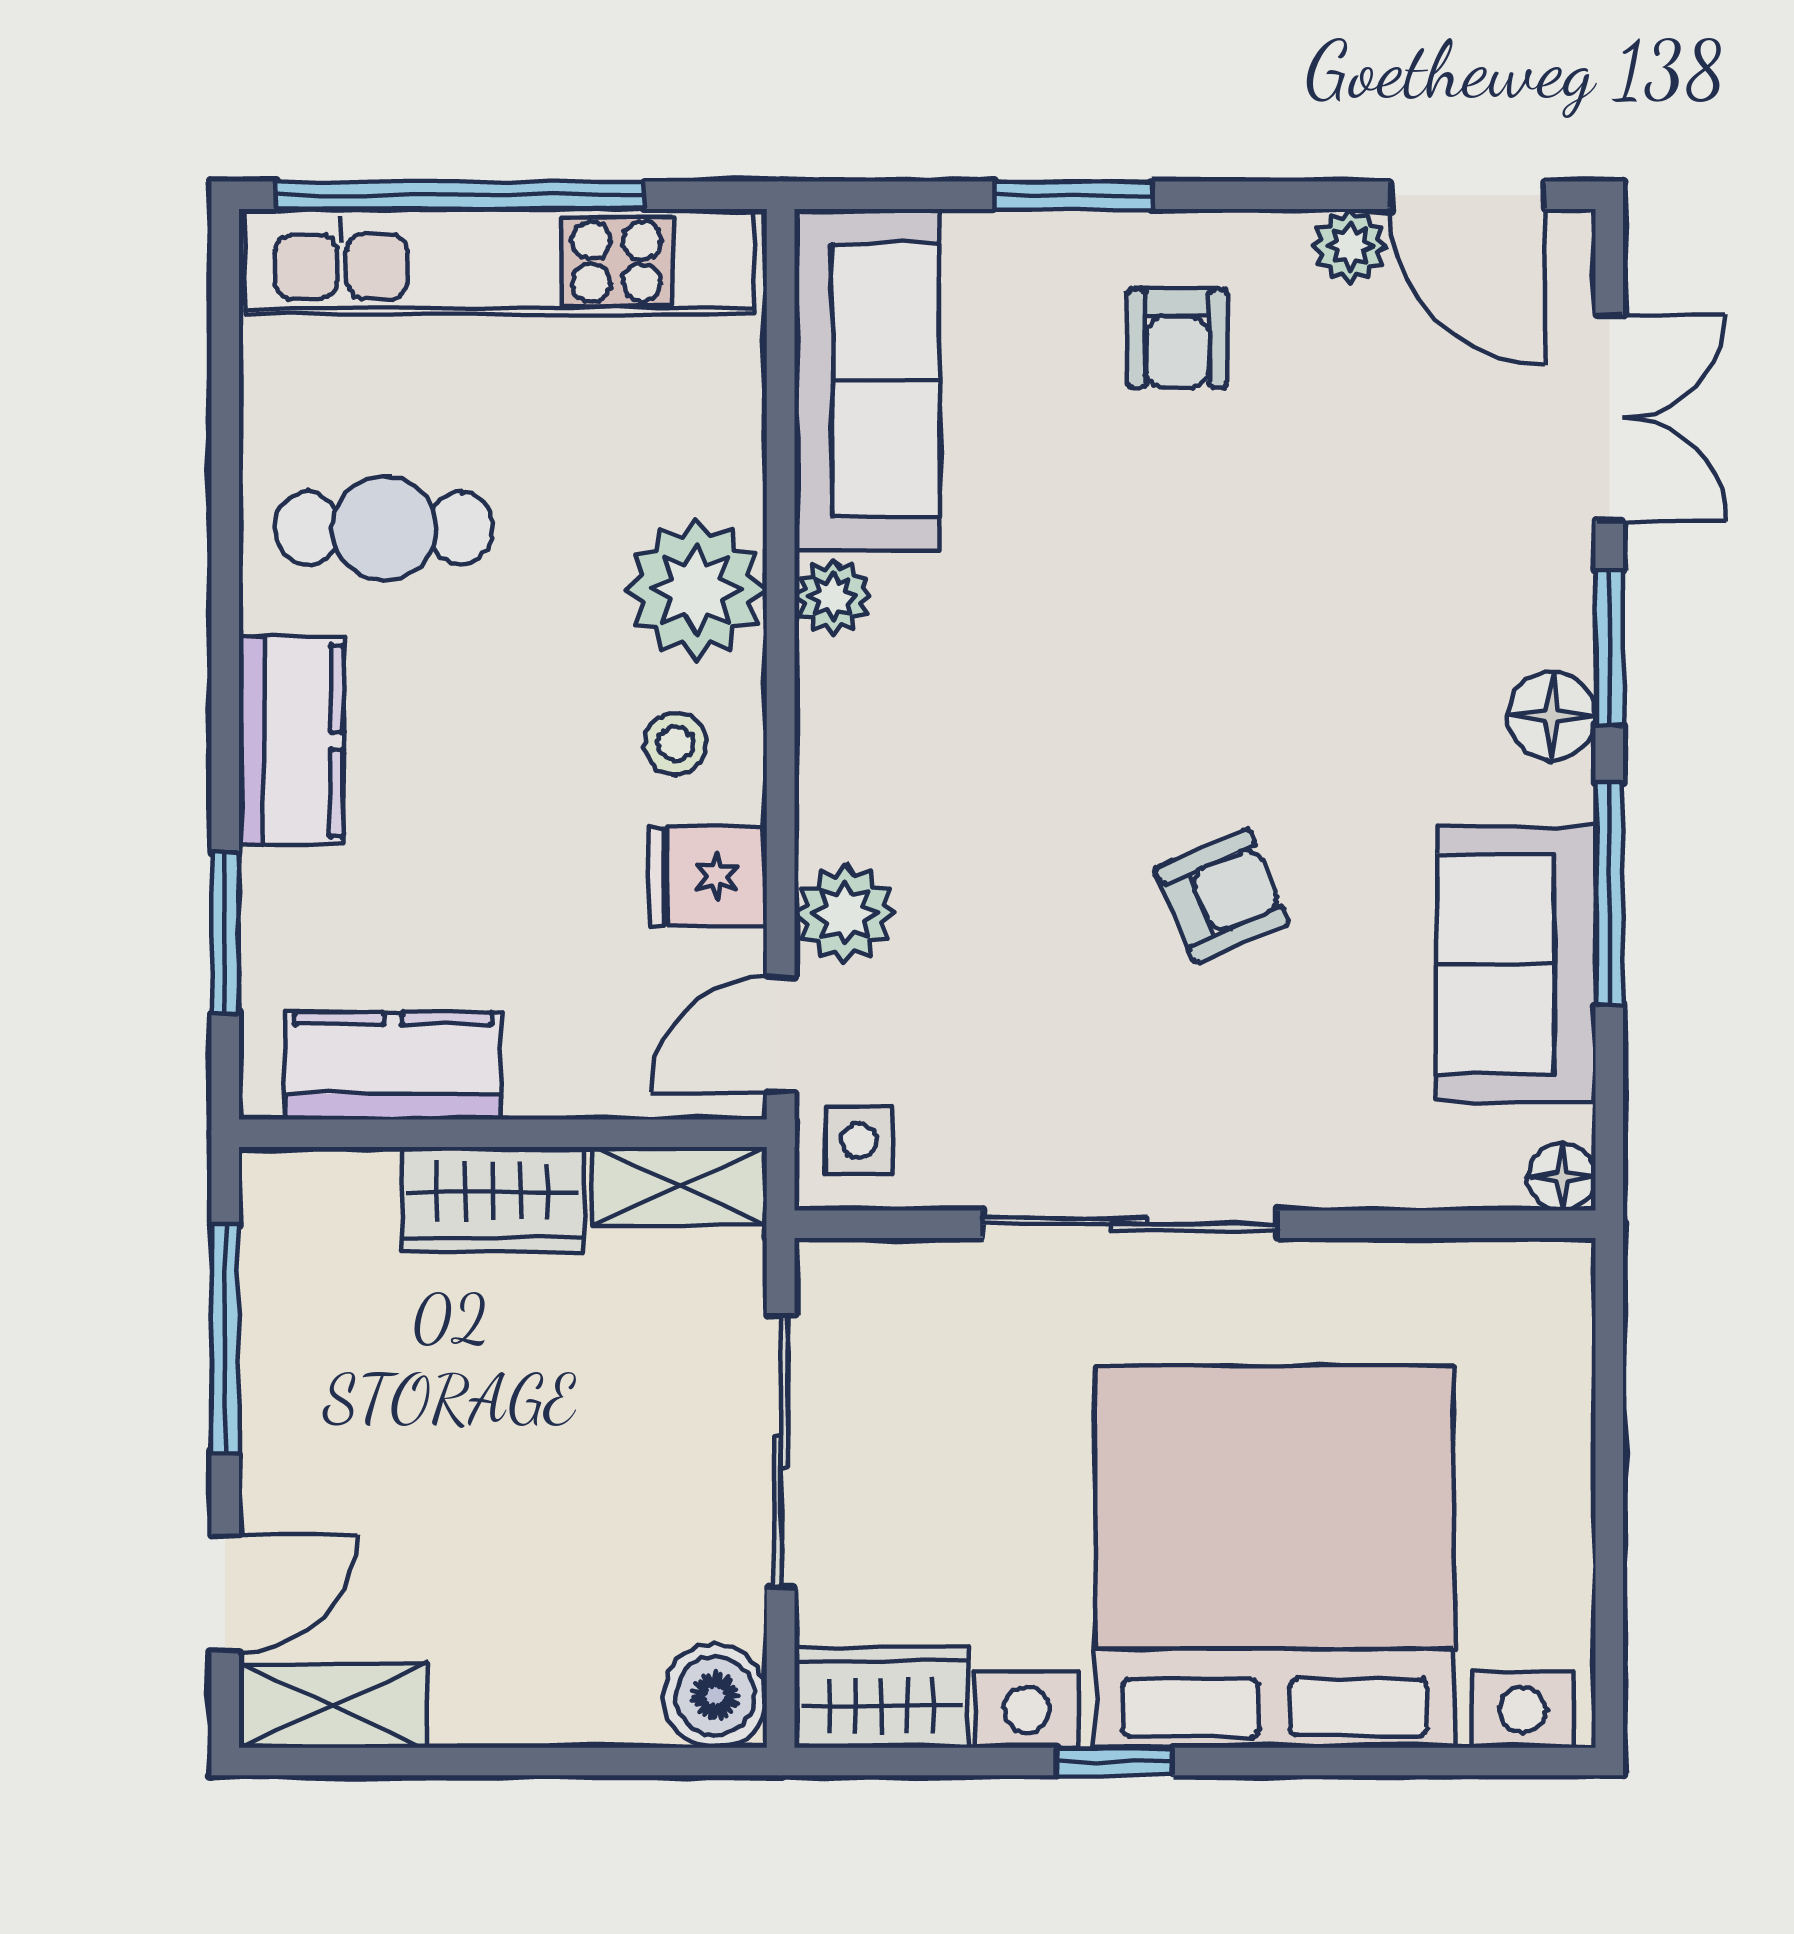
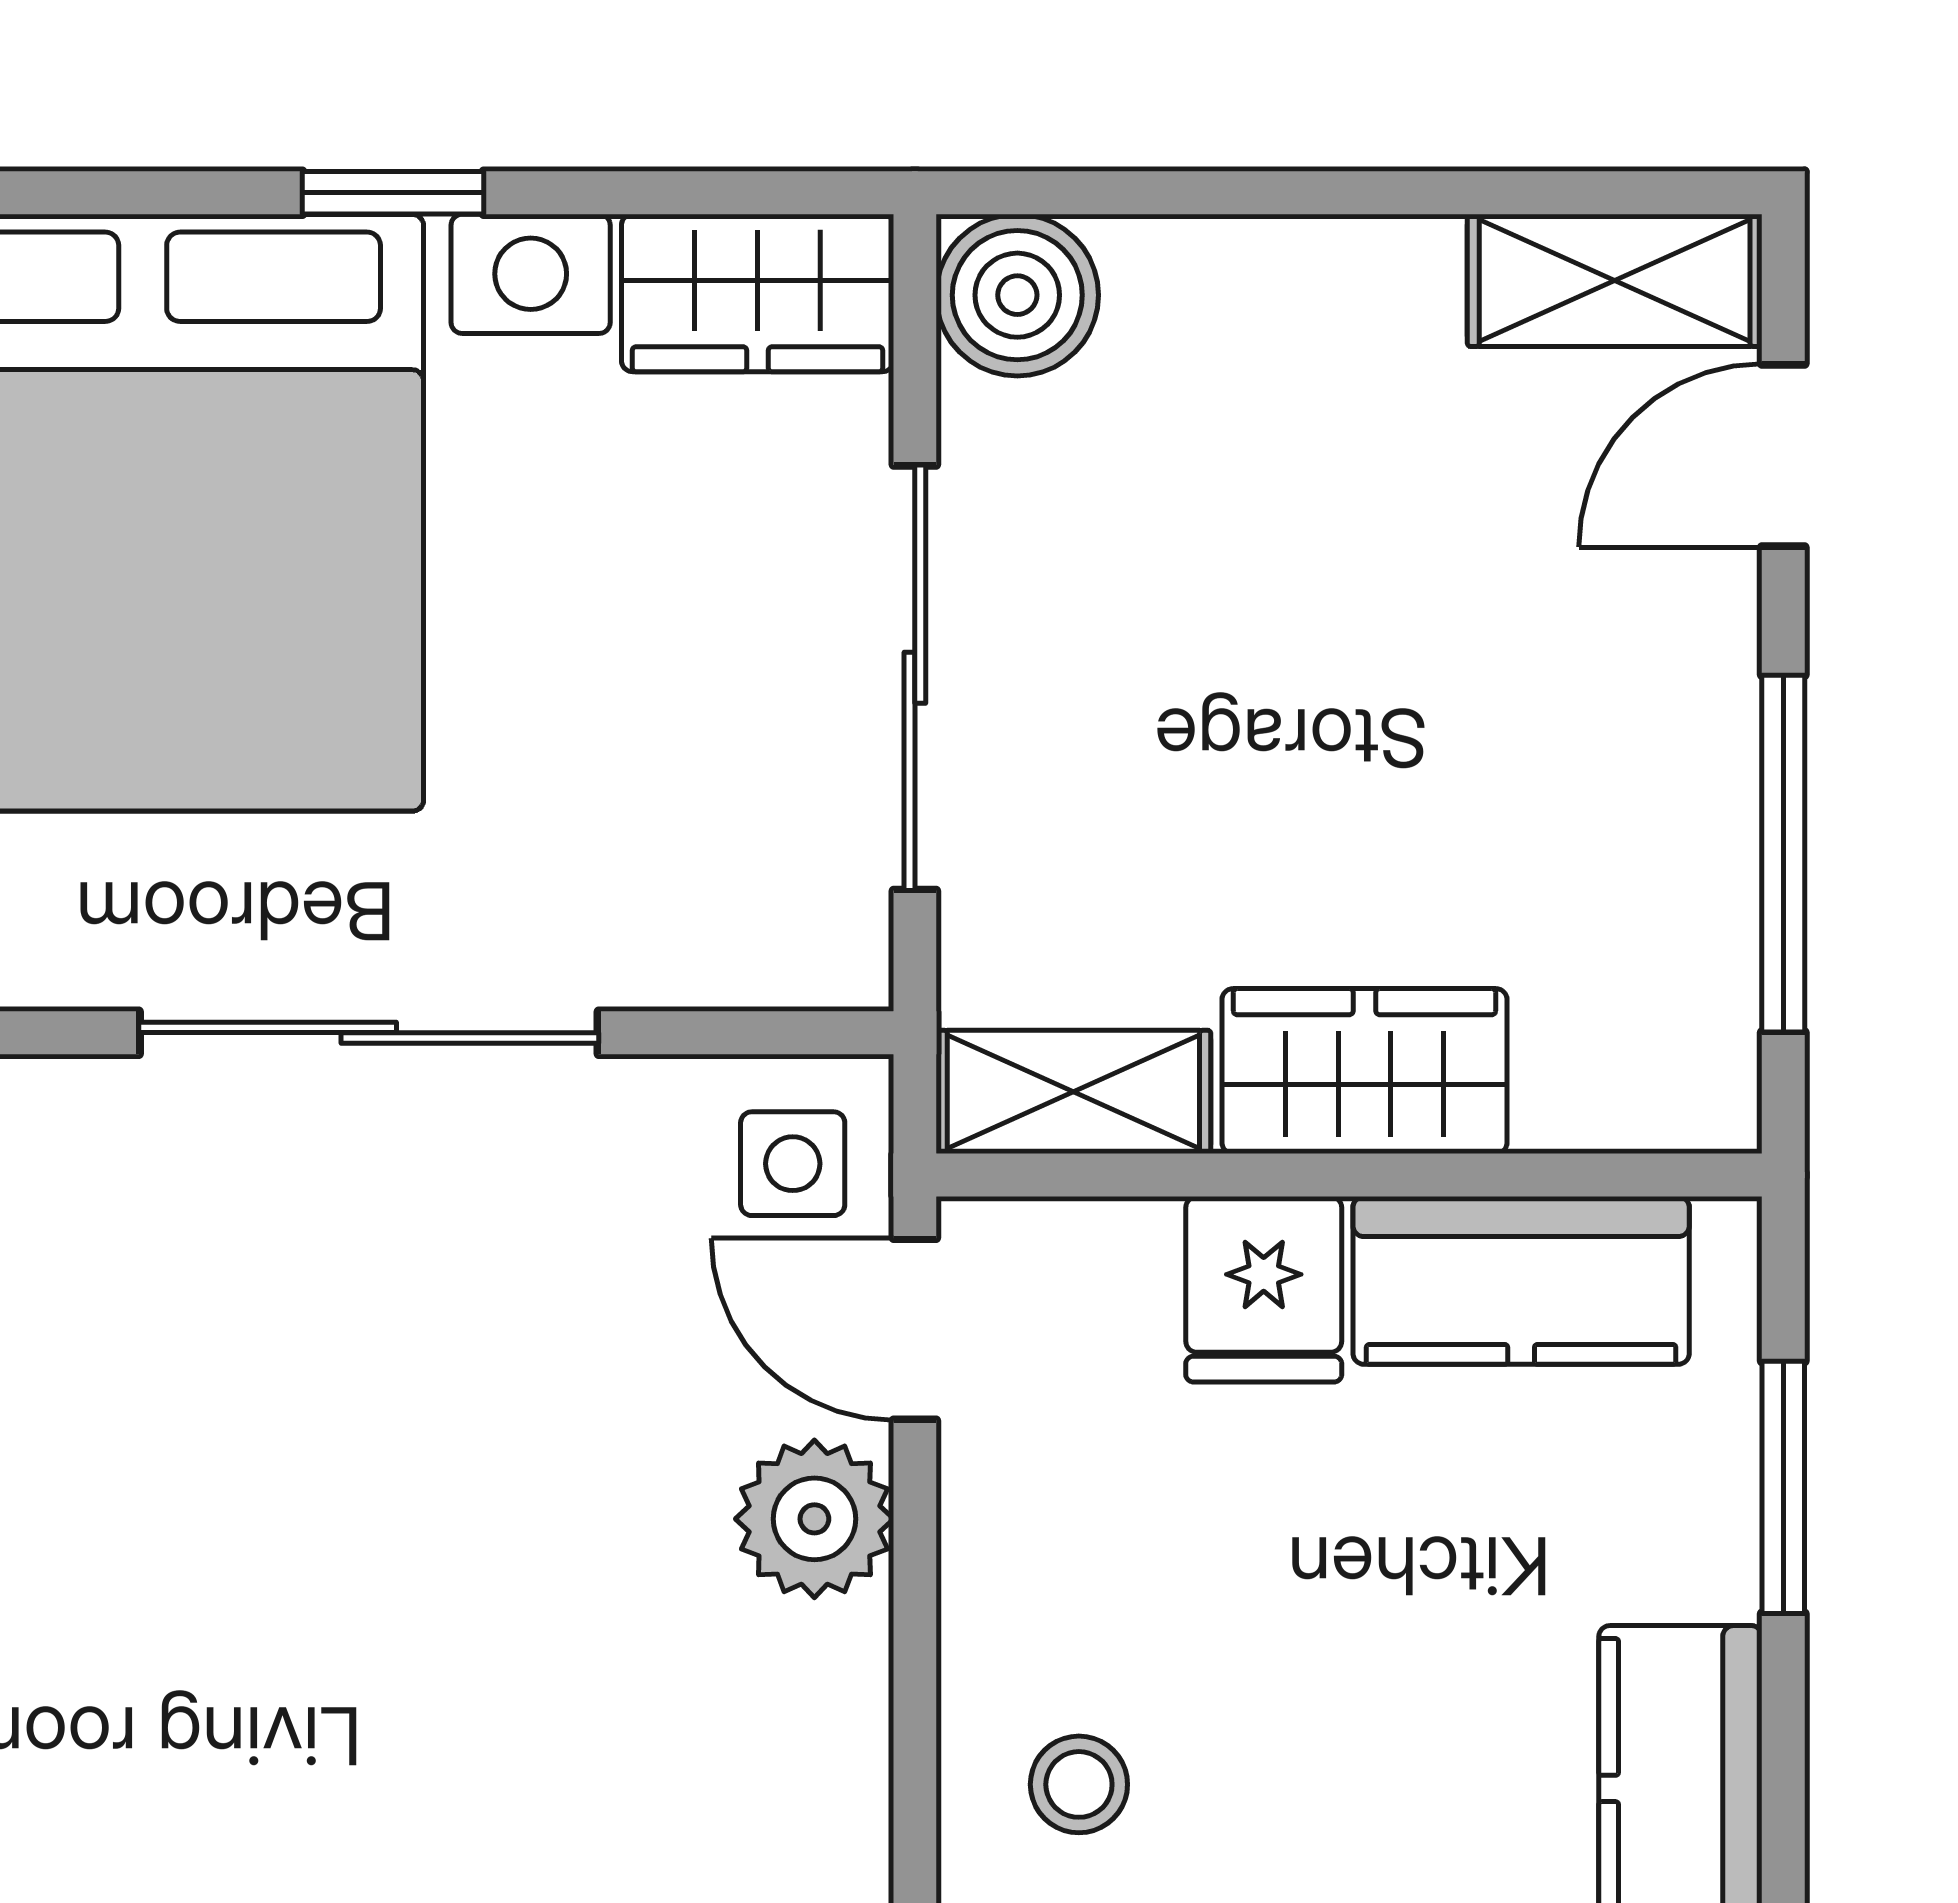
fridge: (708, 877) -> (1264, 1289), moved, turned 90
armchair: (1222, 896) -> (225, 1547), removed
door: (781, 1035) -> (915, 1329), swing flipped

